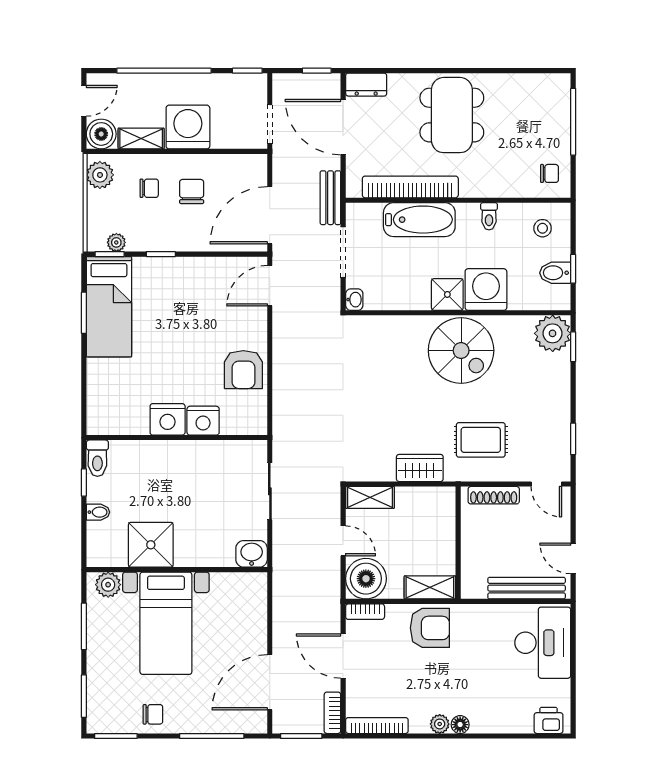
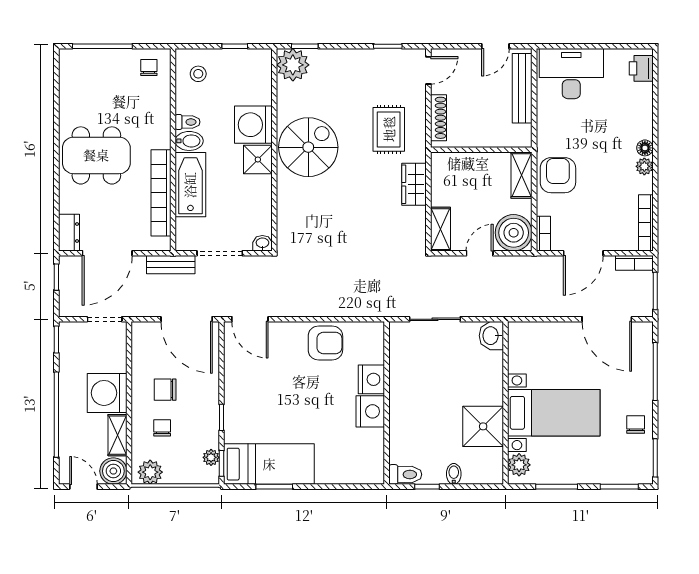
bidet: (555, 273) -> (189, 141), moved, turned -90

